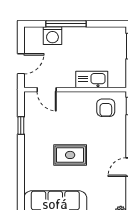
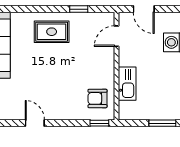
rug: (70, 155) -> (52, 32), moved, turned 90

